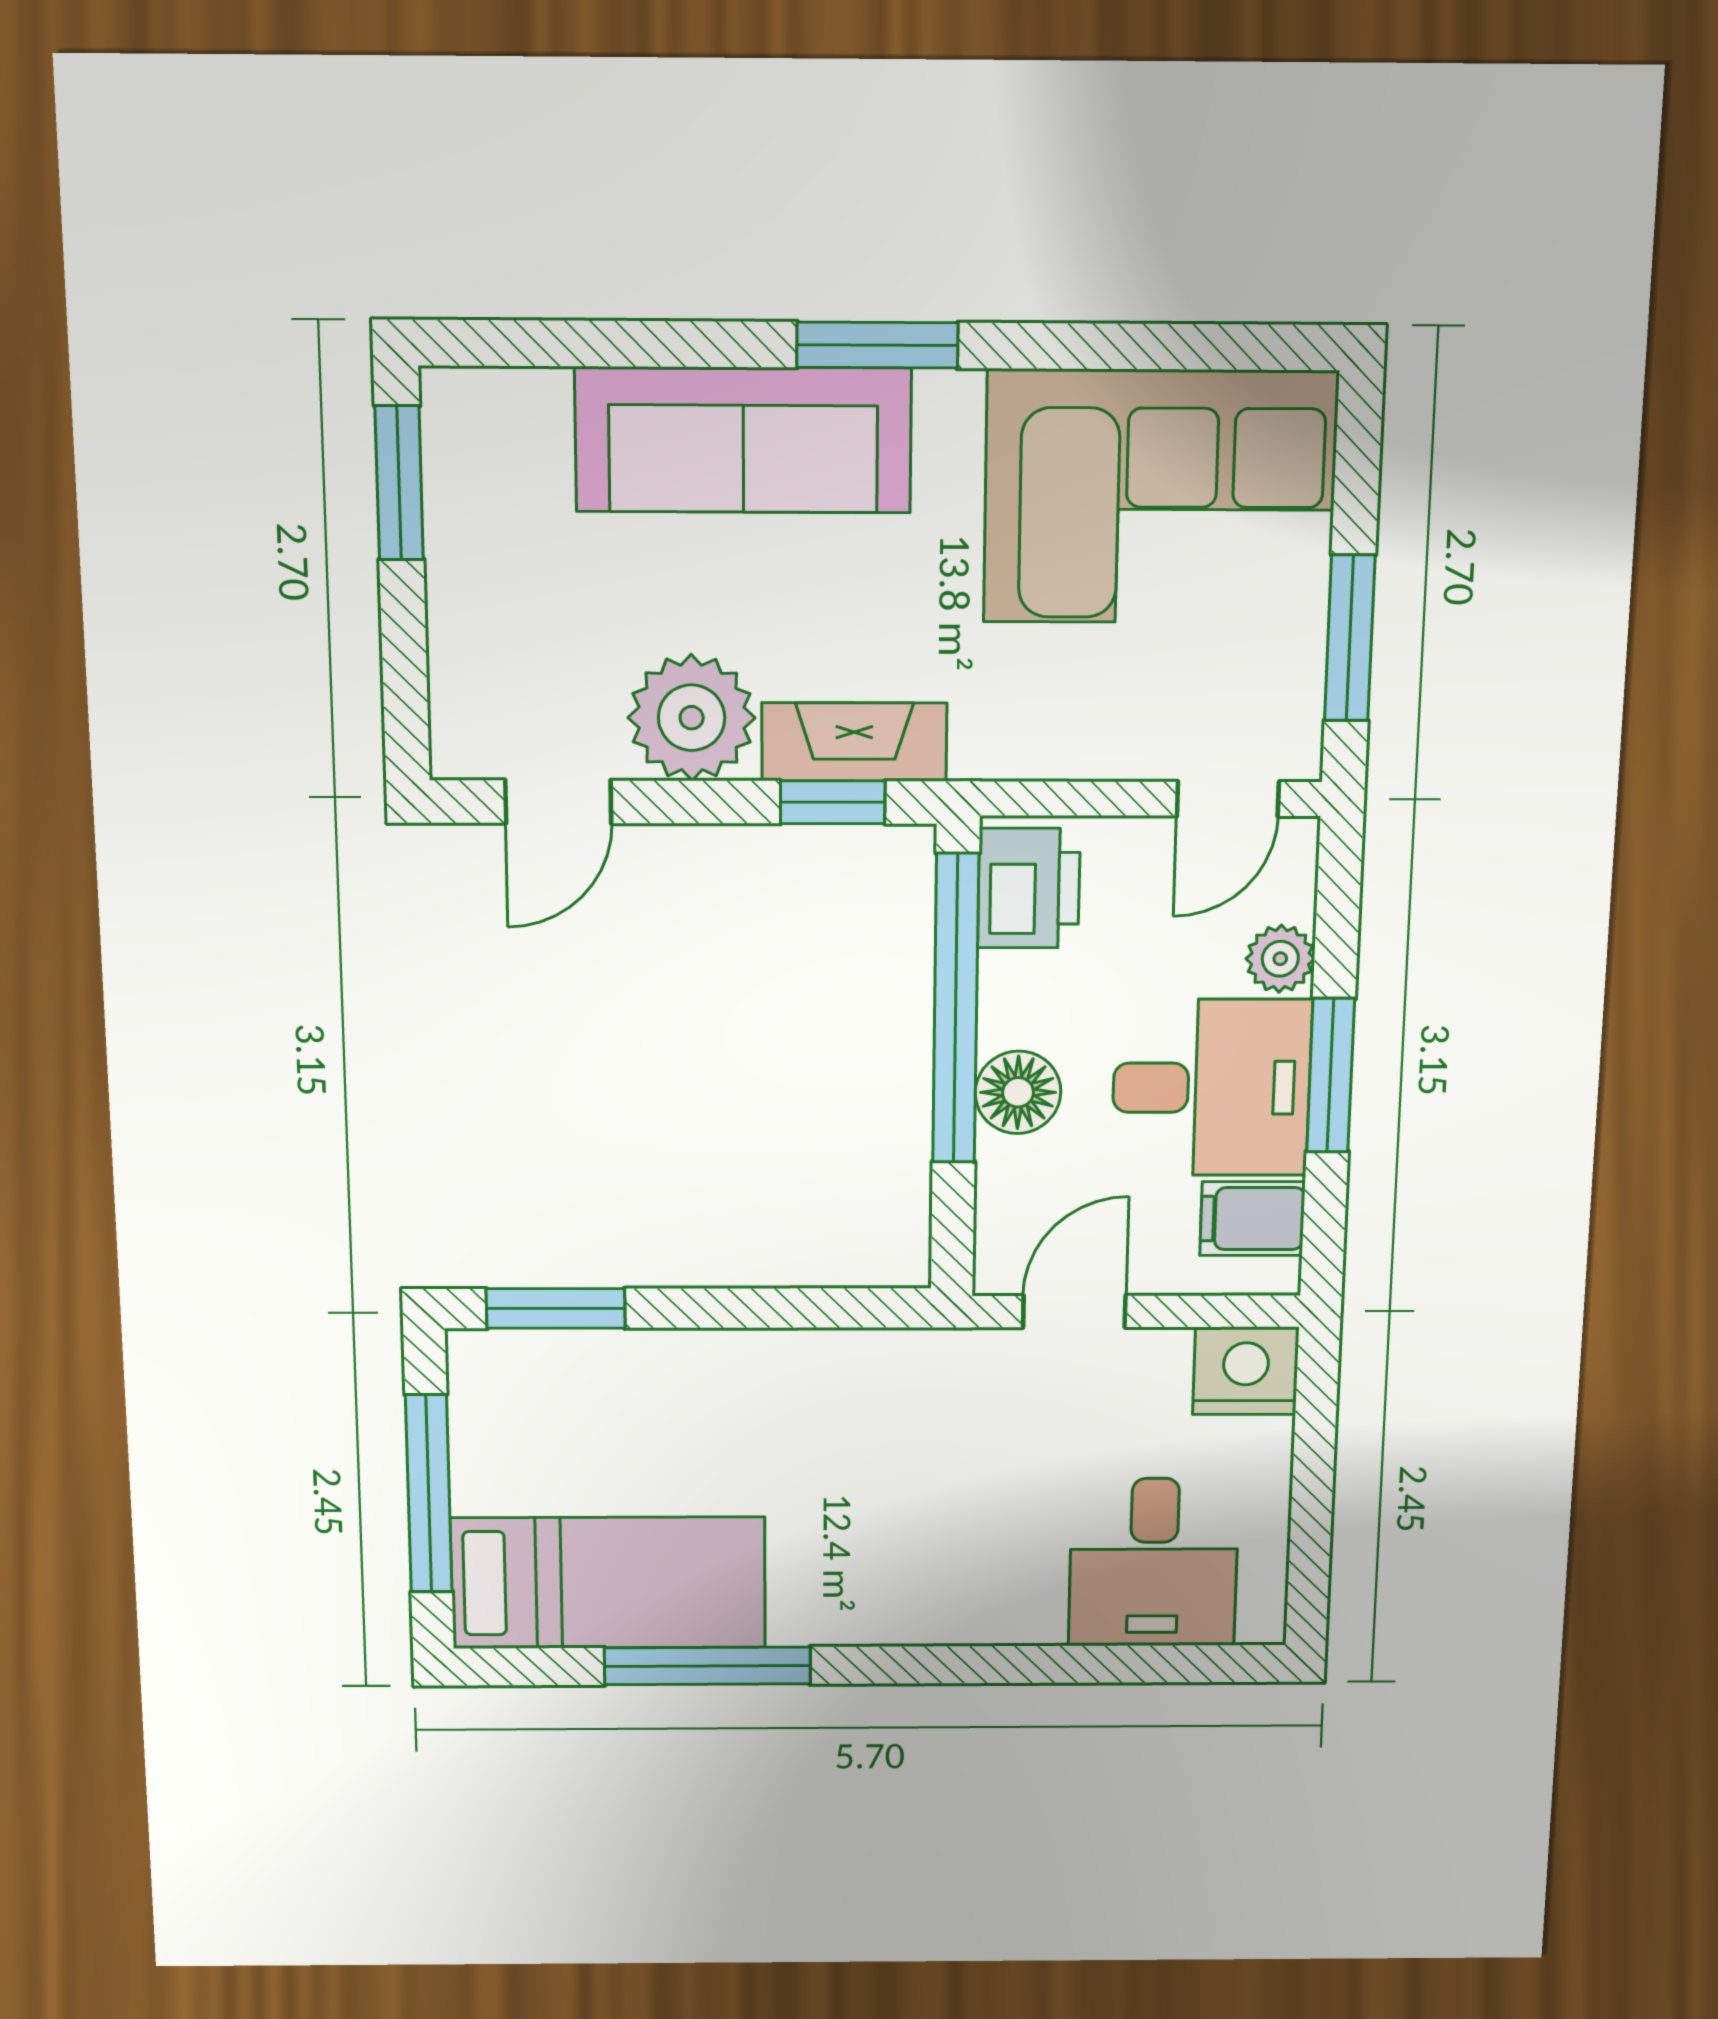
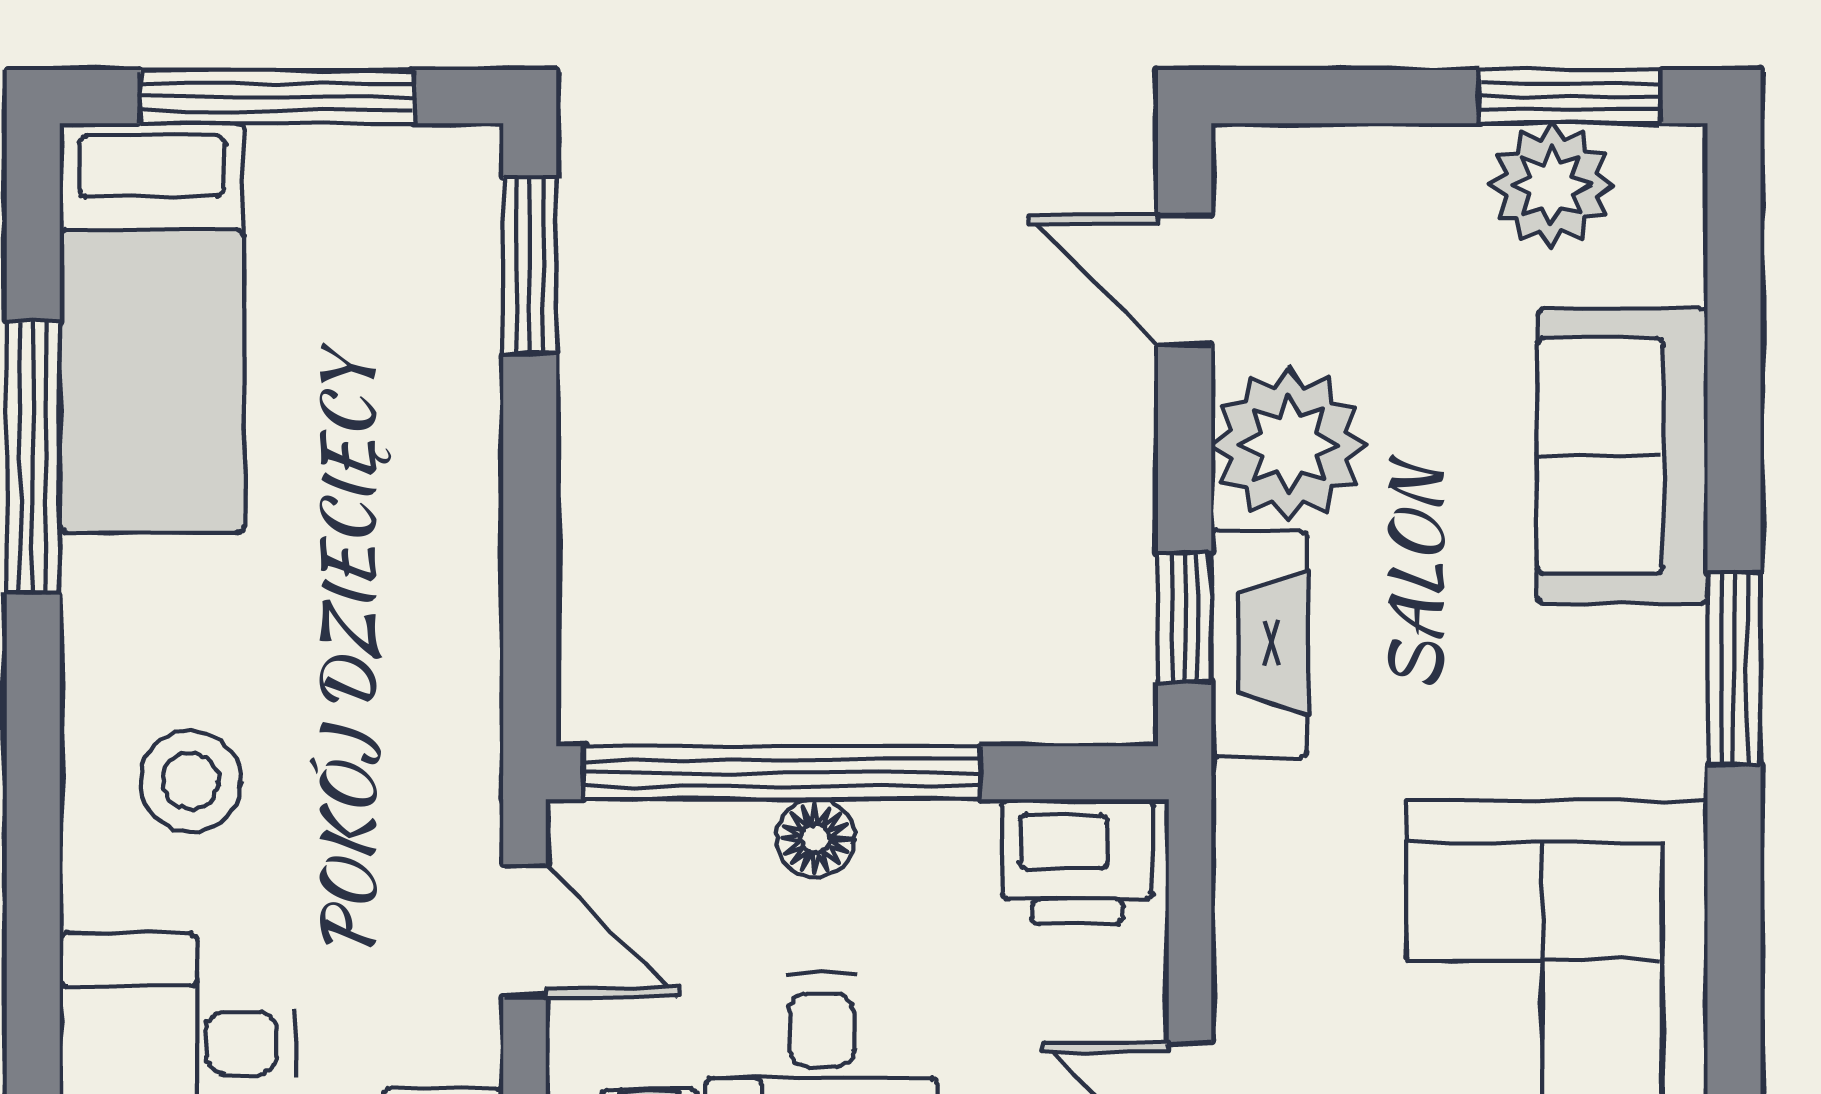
sofa: (743, 440) -> (1622, 456), width x0.73
plant: (474, 499) -> (1552, 185), added
window: (956, 1009) -> (782, 773), moved
floor lamp: (1018, 1092) -> (815, 838), width x0.73, depth x0.73
stool: (954, 1554) -> (191, 781), added

